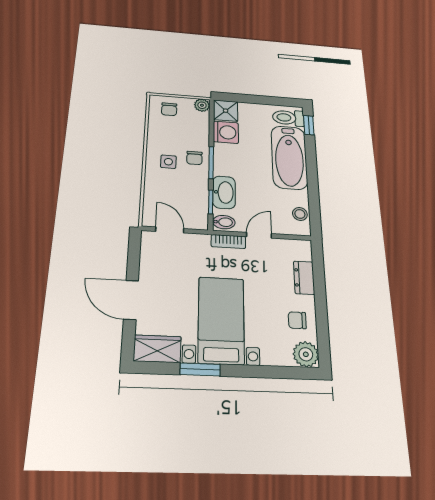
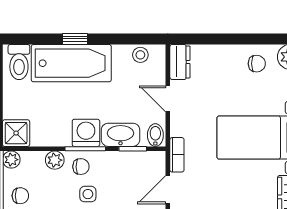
window: (309, 125) -> (75, 39), moved
washing machine: (226, 132) -> (86, 133), moved
plant: (201, 138) -> (55, 160), added
bookcase: (228, 242) -> (177, 155), moved
dresser: (304, 278) -> (180, 62), moved, turned -90
chair: (297, 320) -> (257, 64), turned -90

